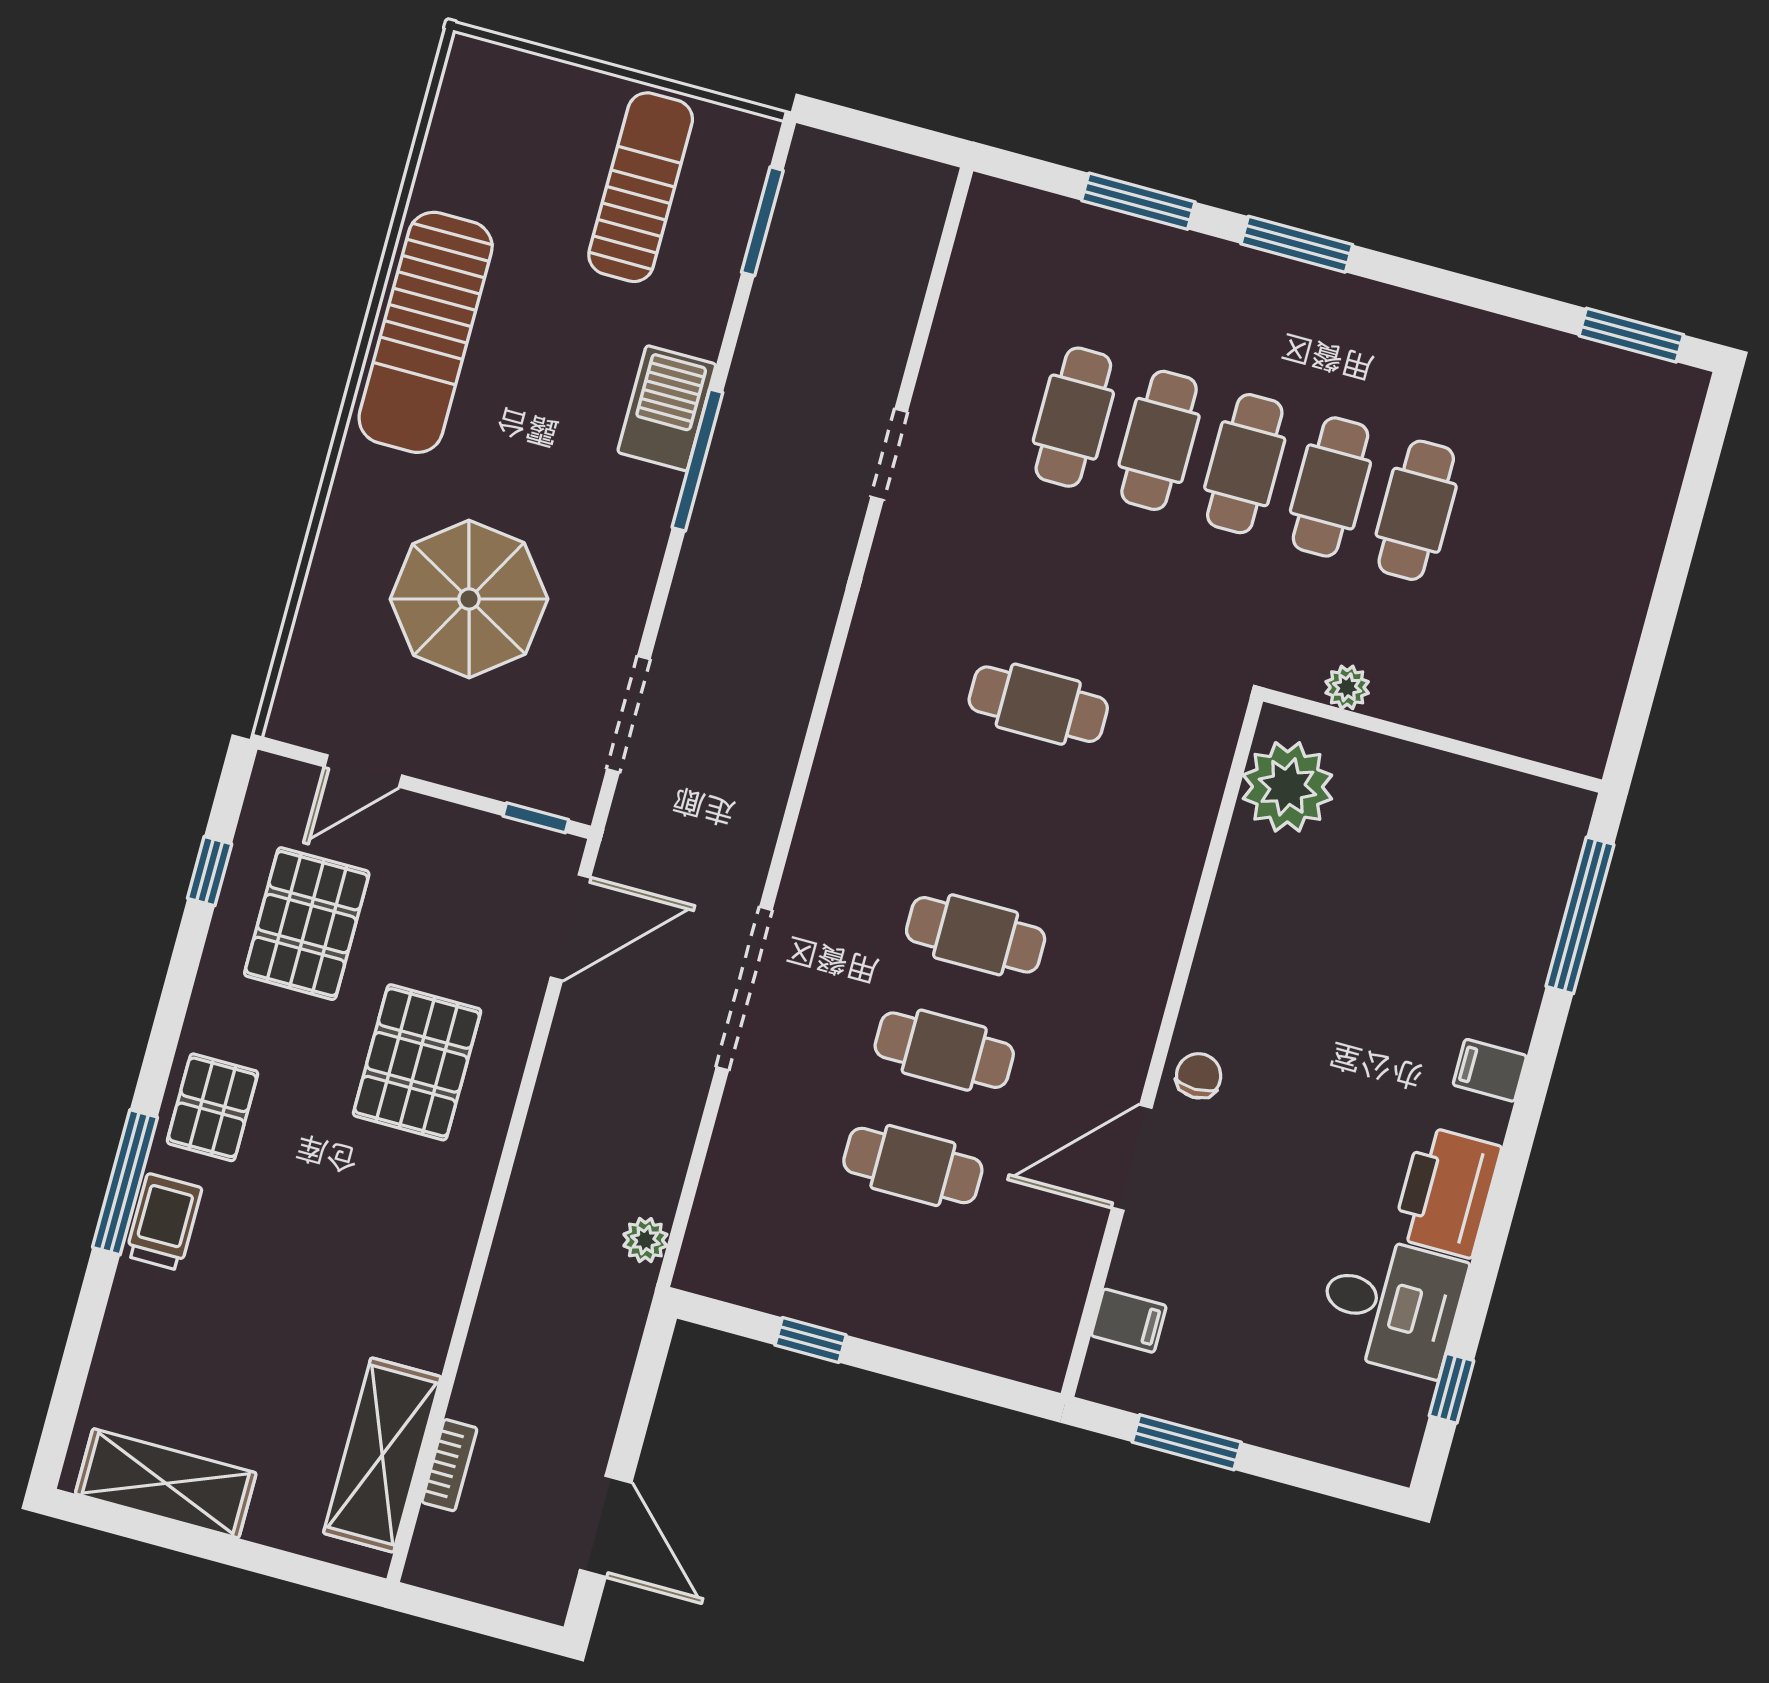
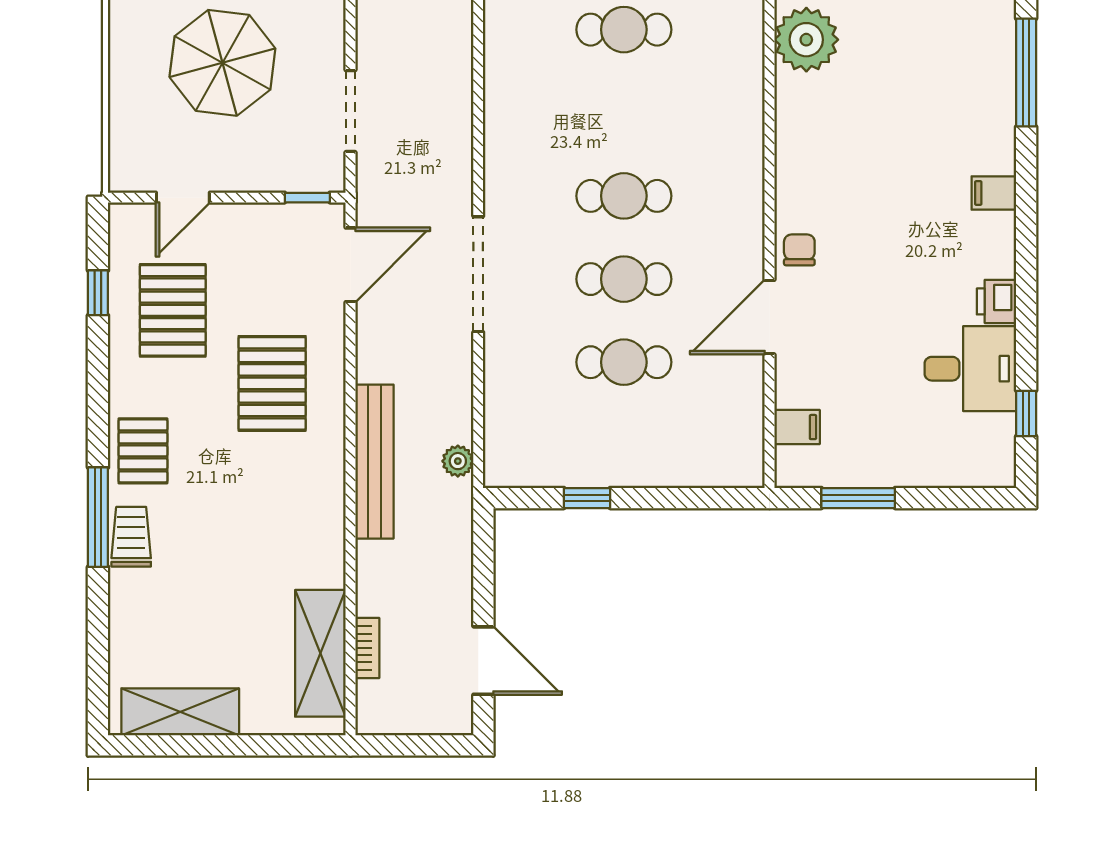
printer: (1447, 1192) -> (996, 301), width x0.53, depth x0.68
bench: (530, 1209) -> (374, 462), added

